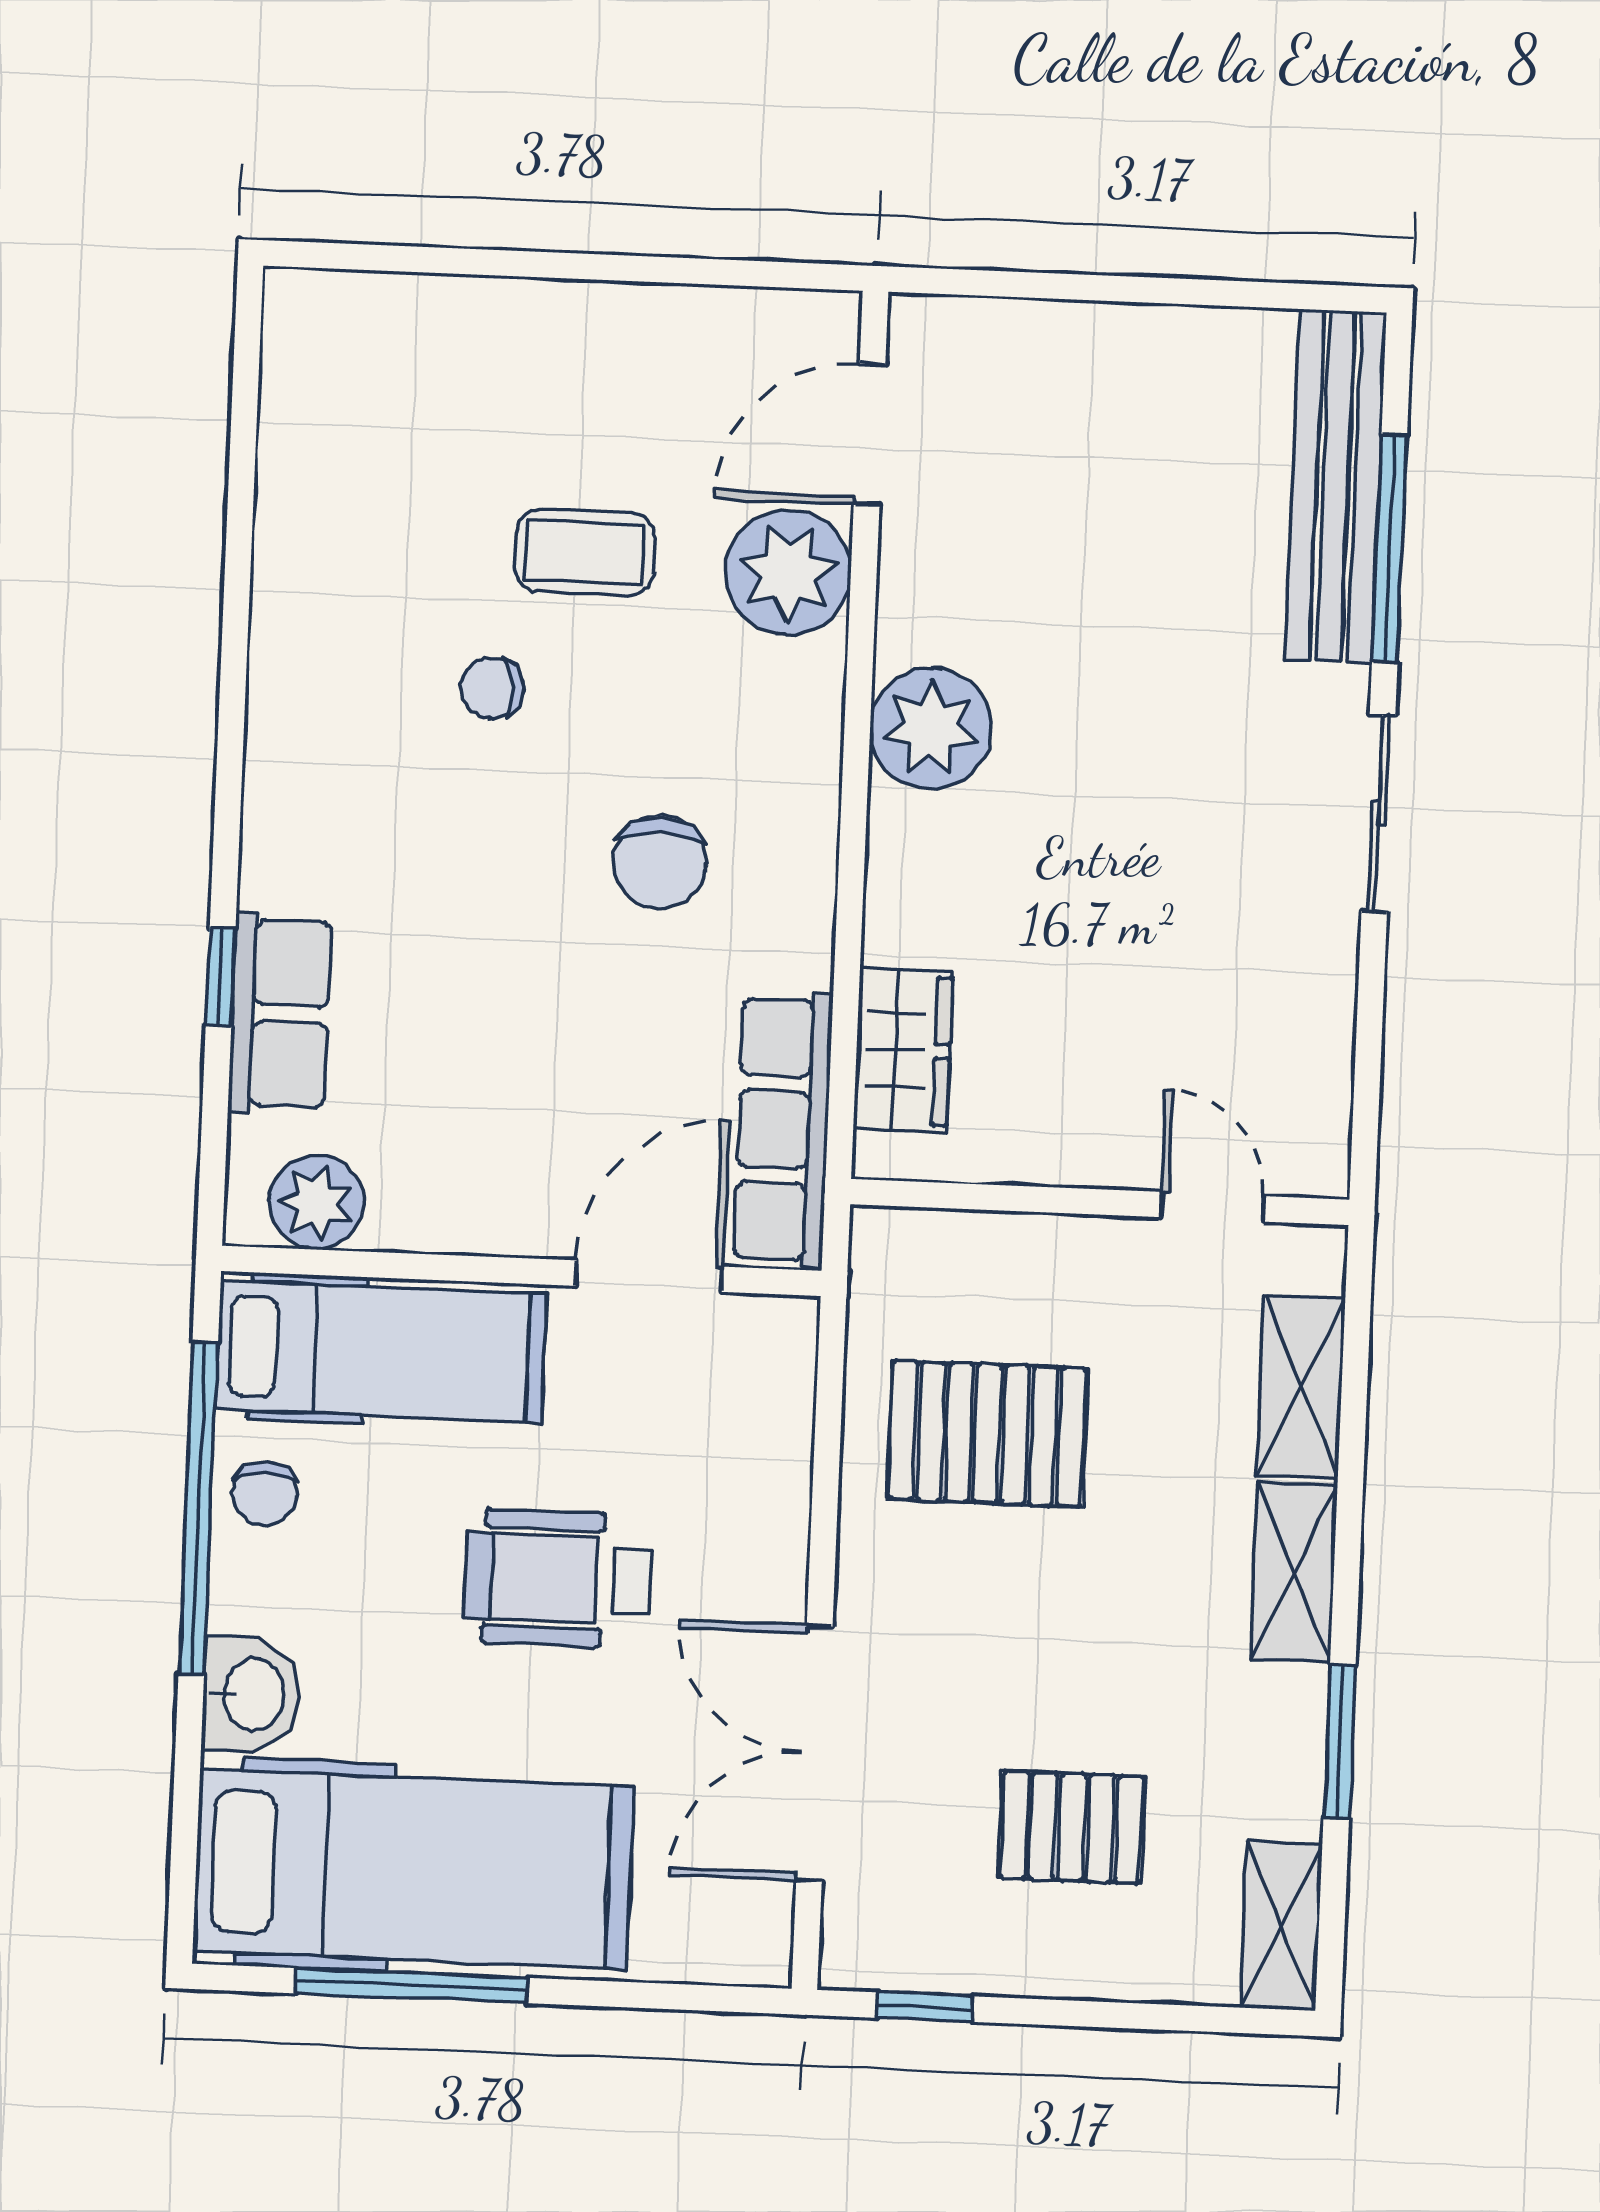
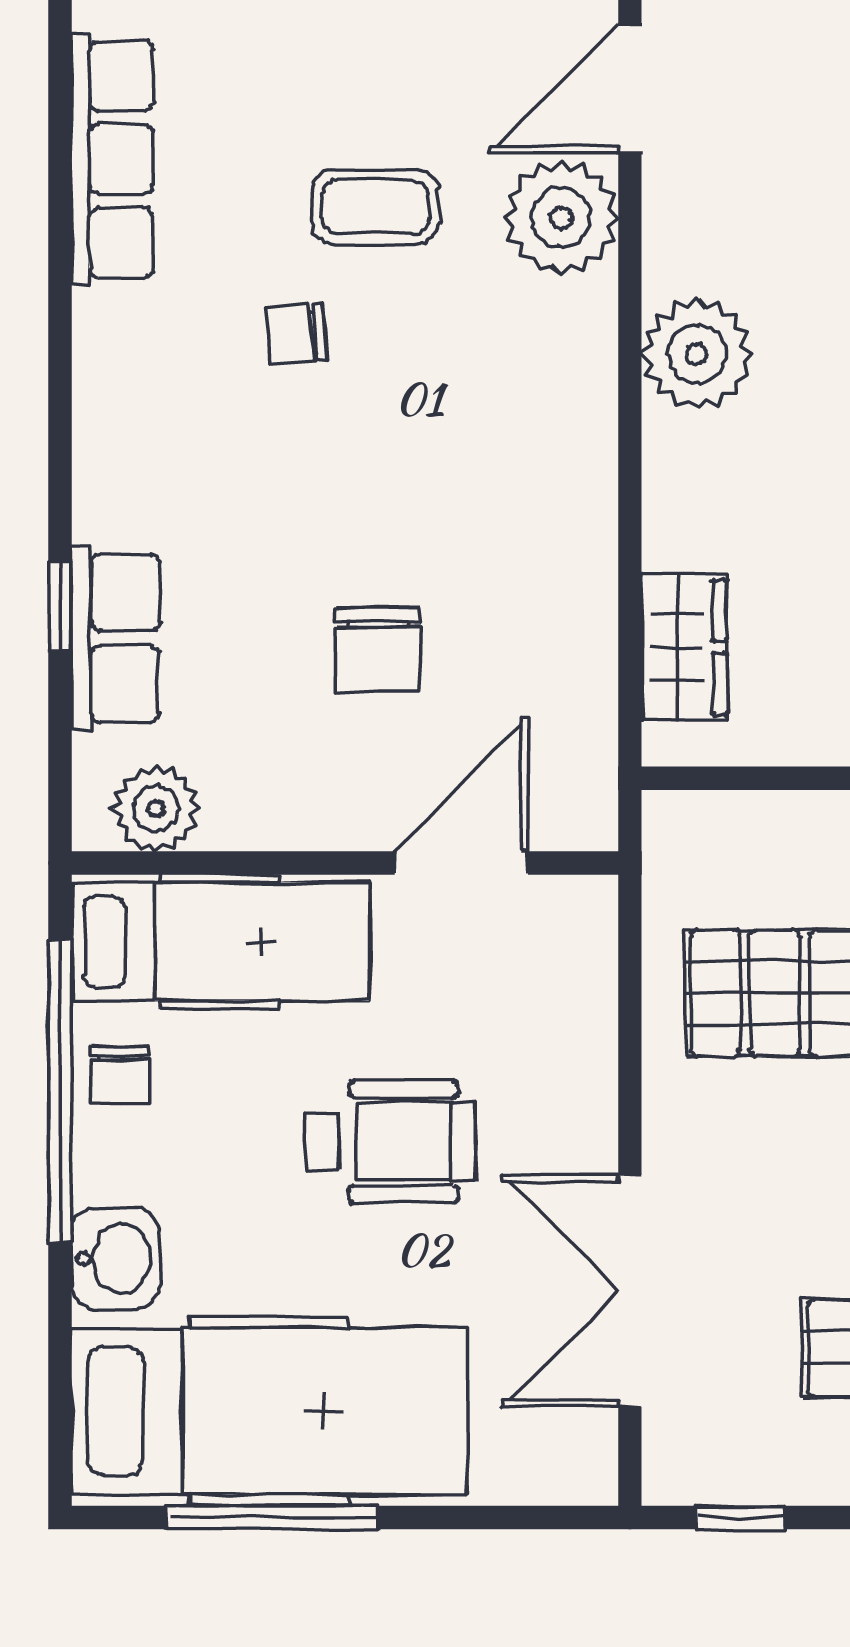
chair: (660, 862) -> (378, 650), moved
row of seats: (783, 1130) -> (112, 159), moved, turned 180
wheelchair: (558, 1579) -> (390, 1142), turned 180

